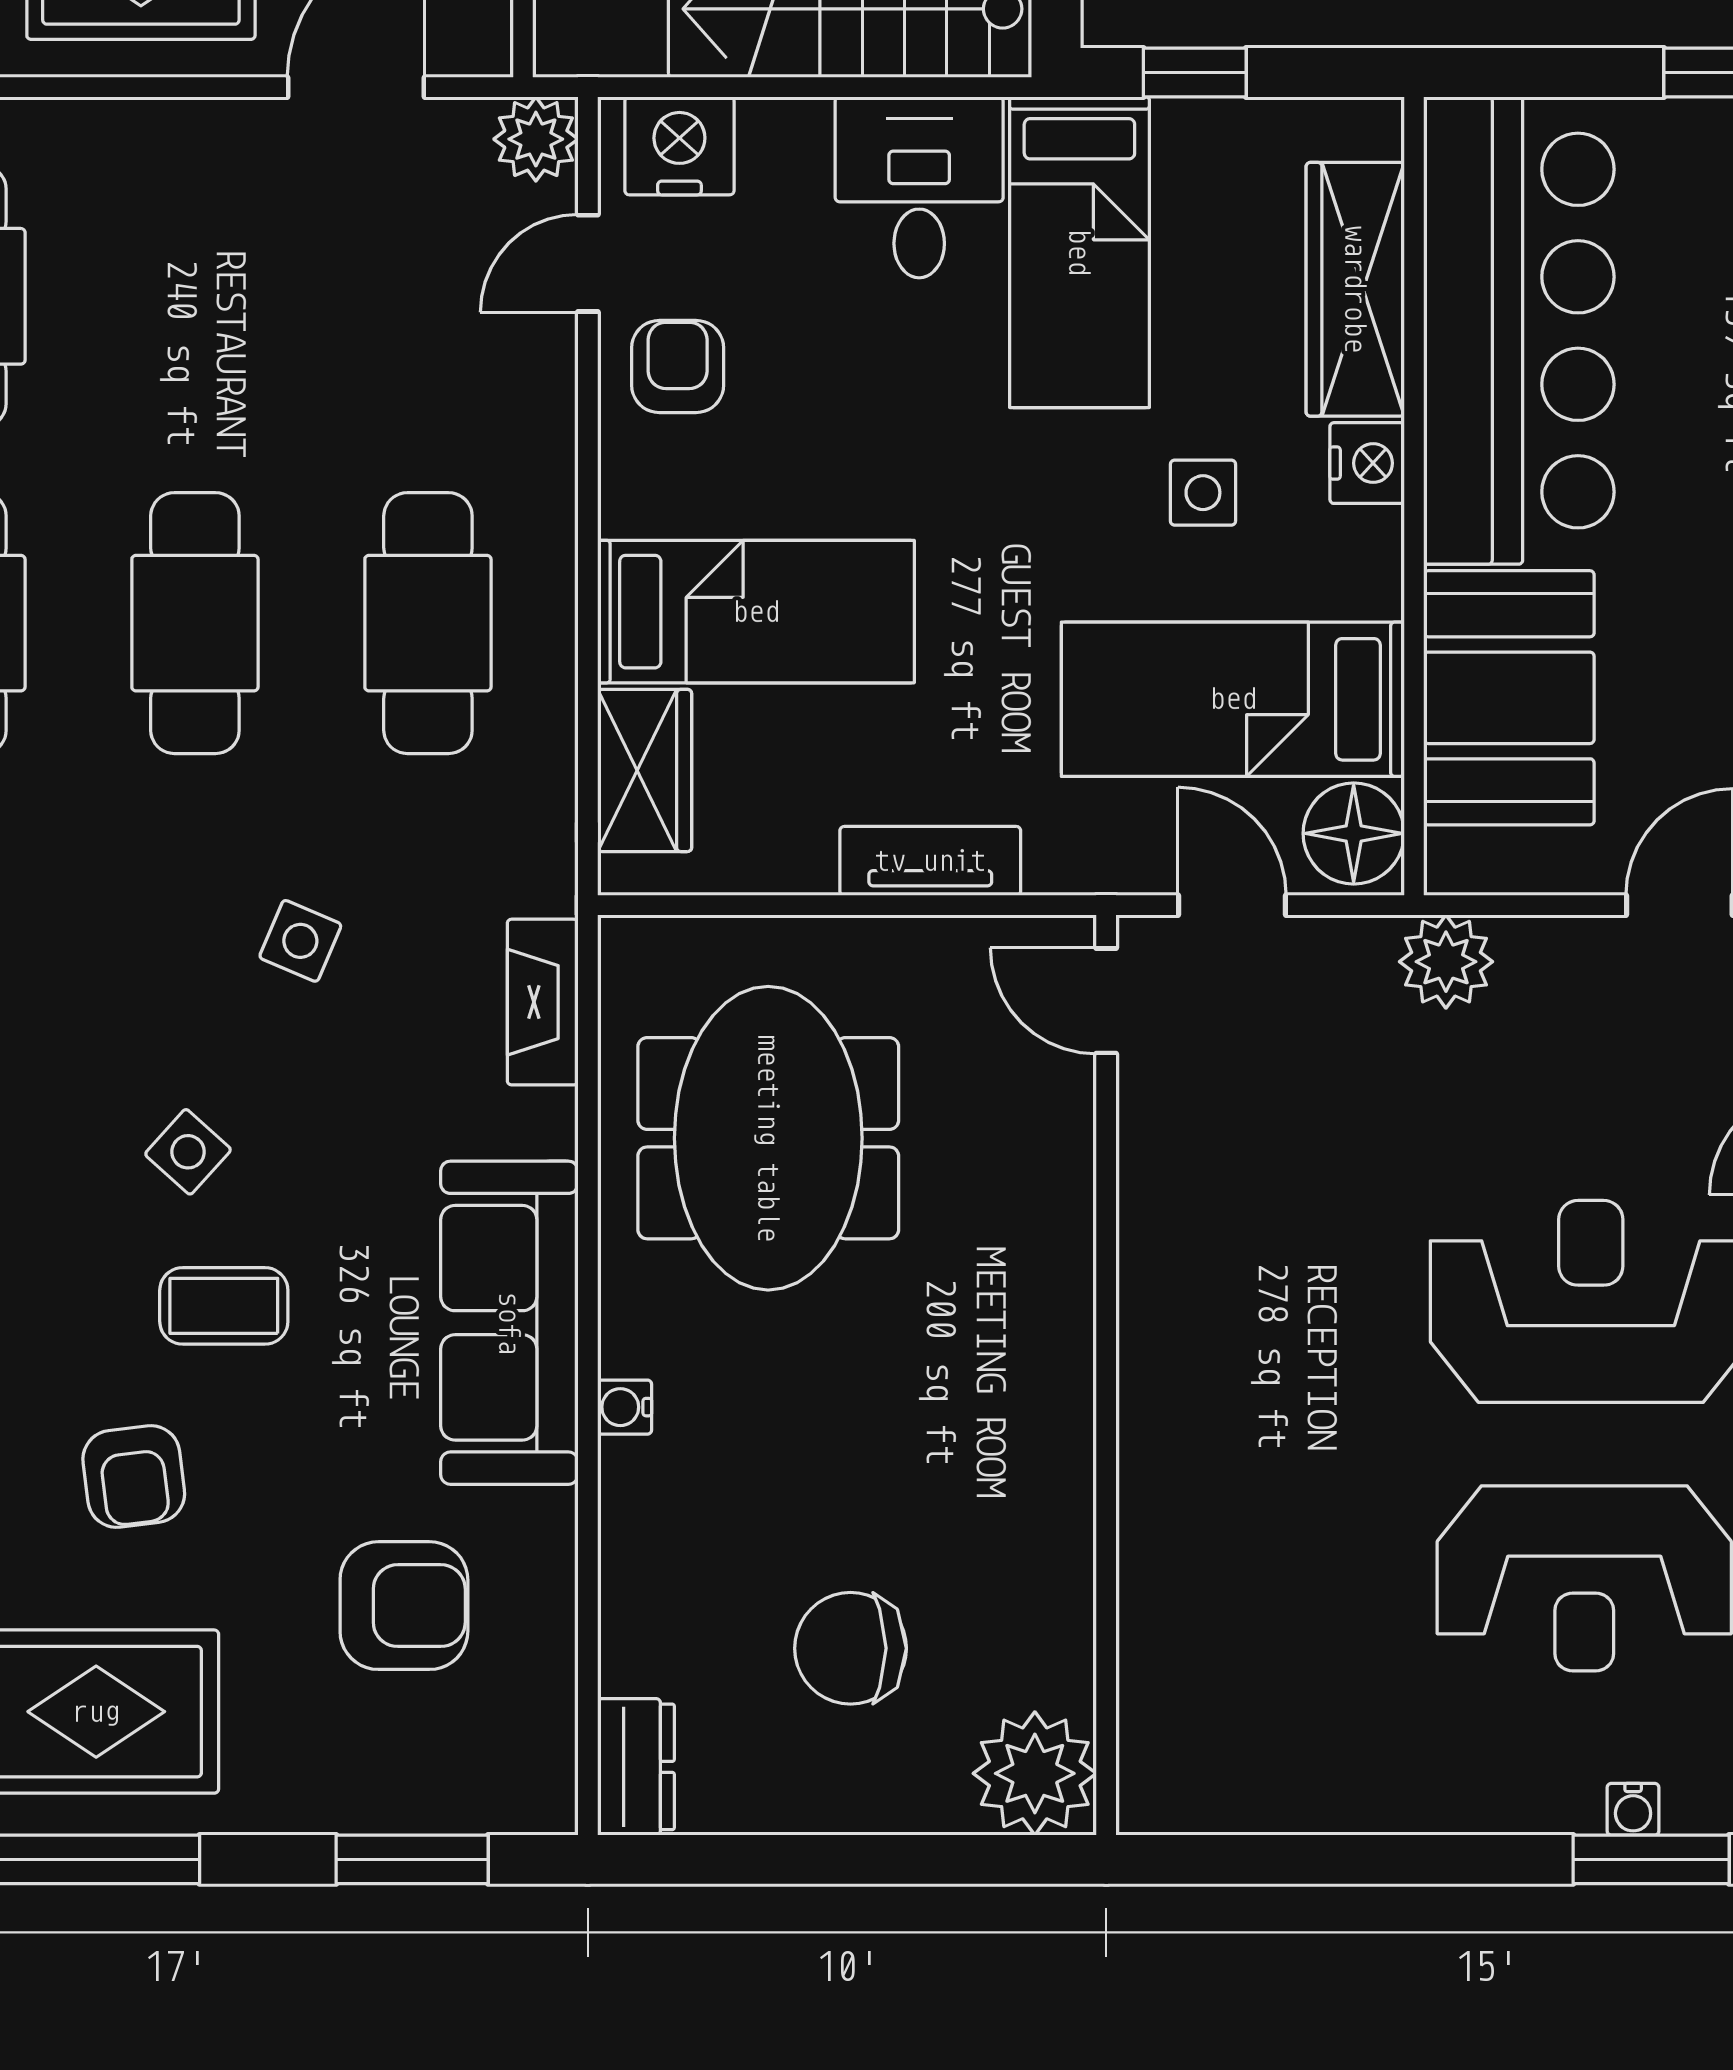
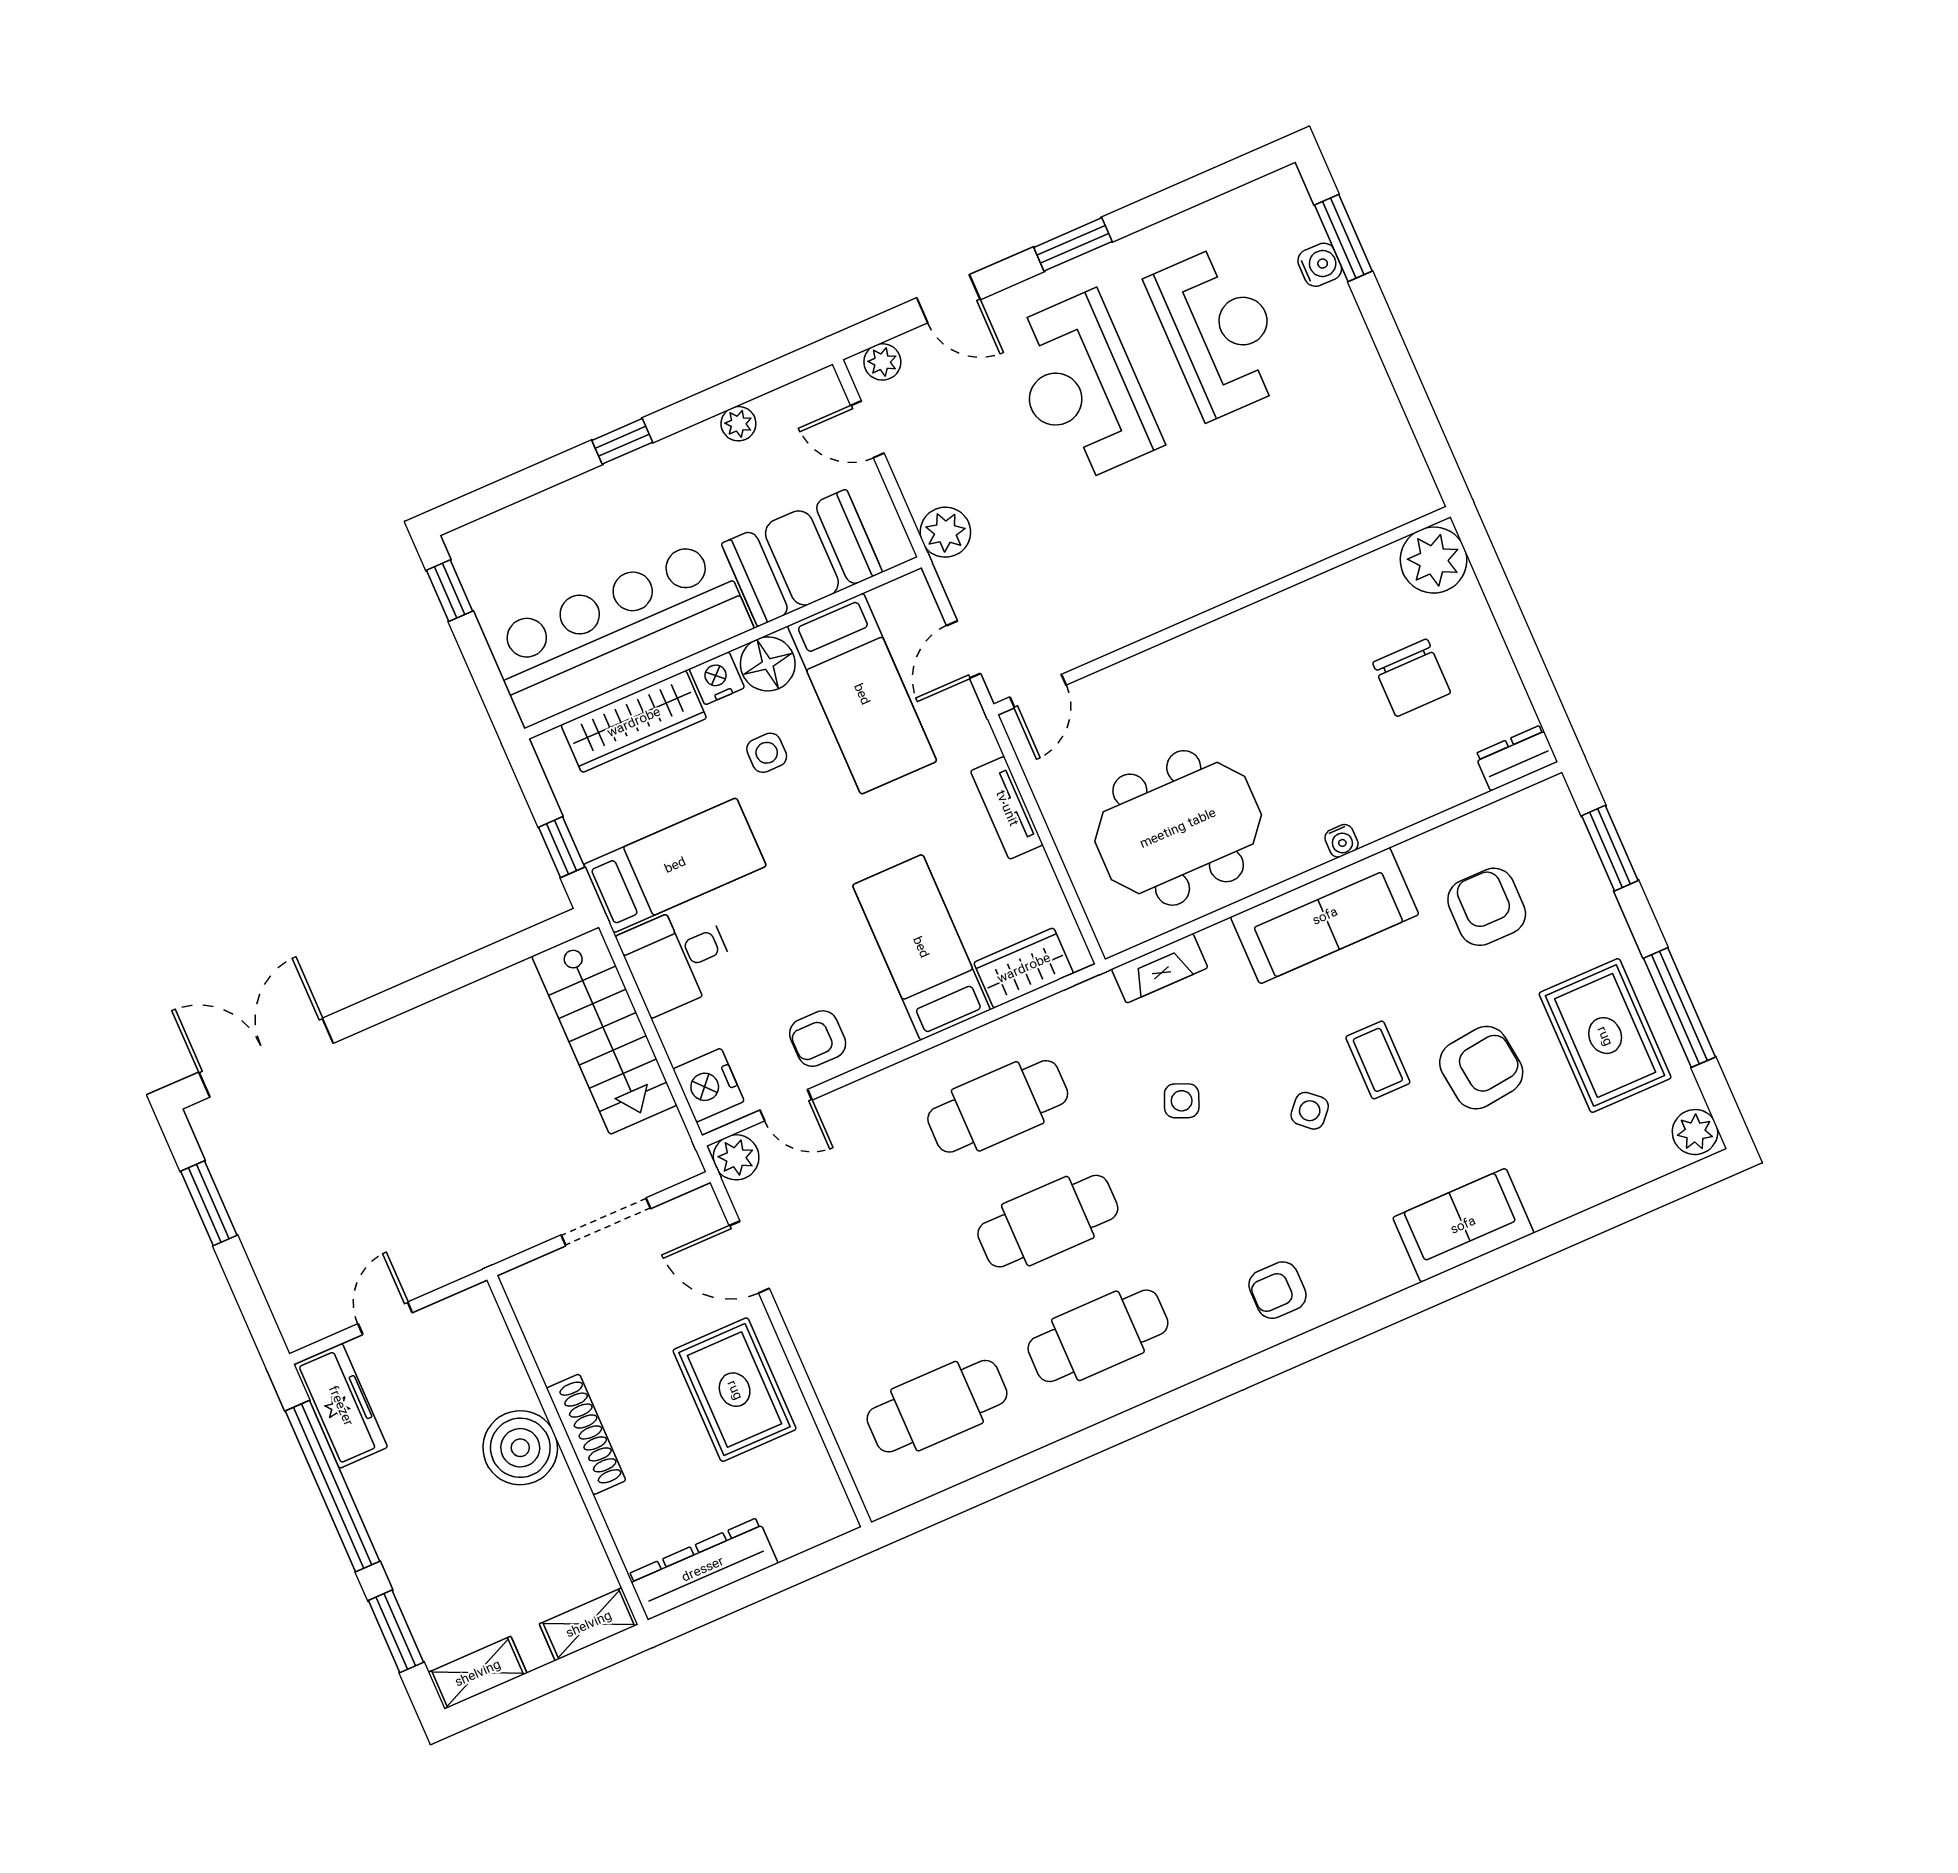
floor lamp: (1354, 833) -> (768, 664), moved
armchair: (134, 1476) -> (1481, 1068), width x1.38, depth x1.38
water cooler: (1633, 1809) -> (1320, 265), width x1.38, depth x1.38

